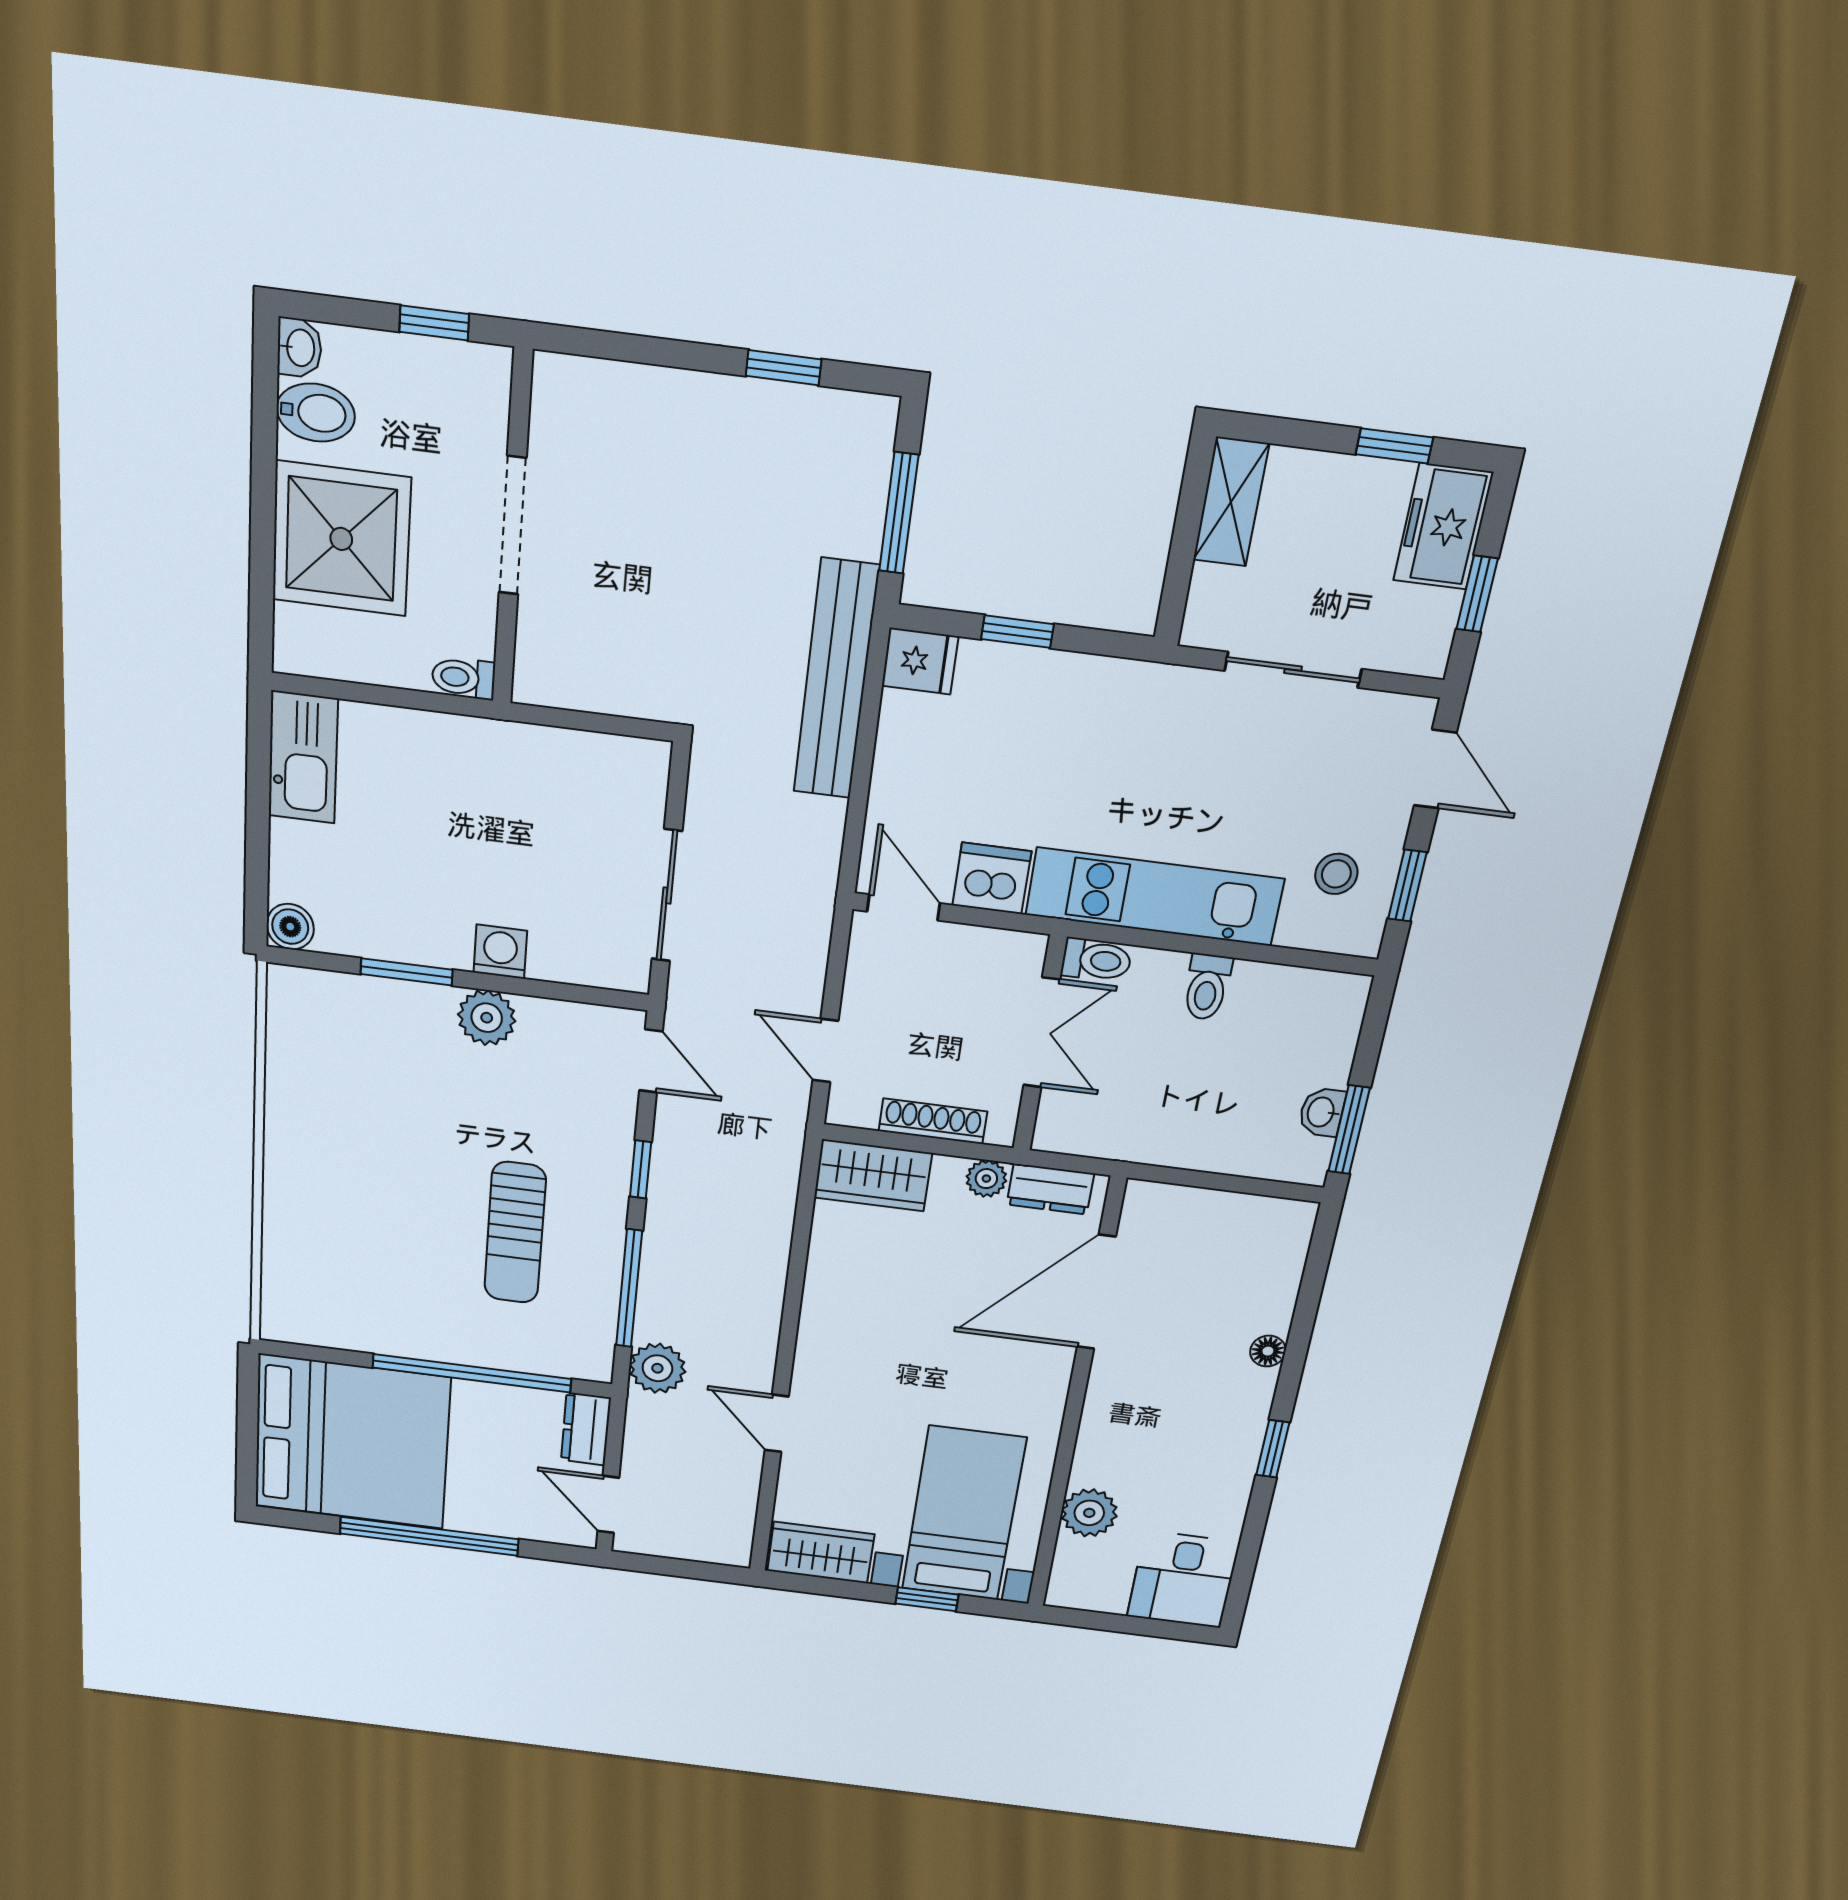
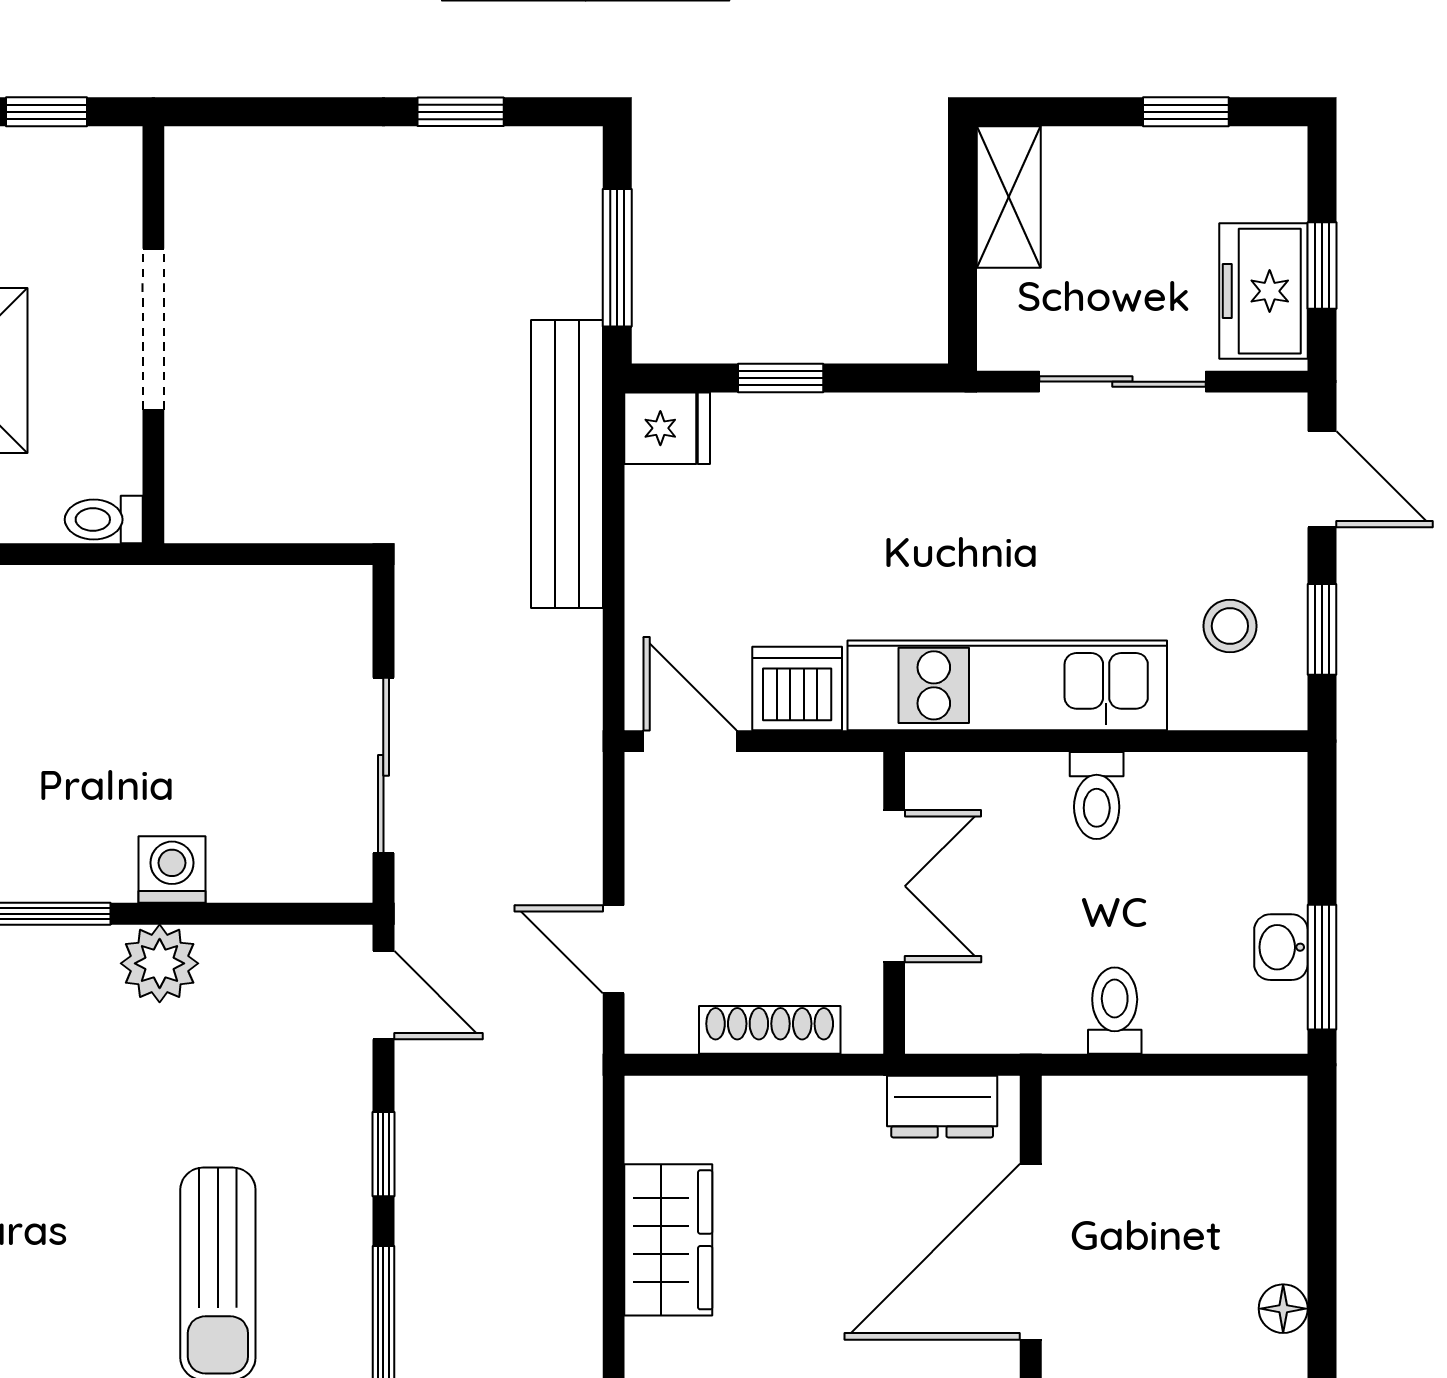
freezer: (1443, 527) -> (1263, 291), moved
toilet: (1096, 960) -> (1115, 1011), moved, turned -90
wardrobe: (873, 1175) -> (668, 1240), moved, turned -90
plant: (986, 1179) -> (854, 1103), removed

